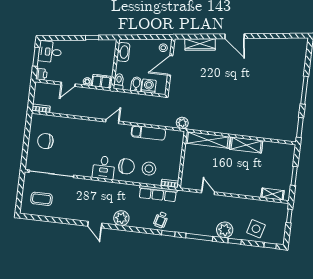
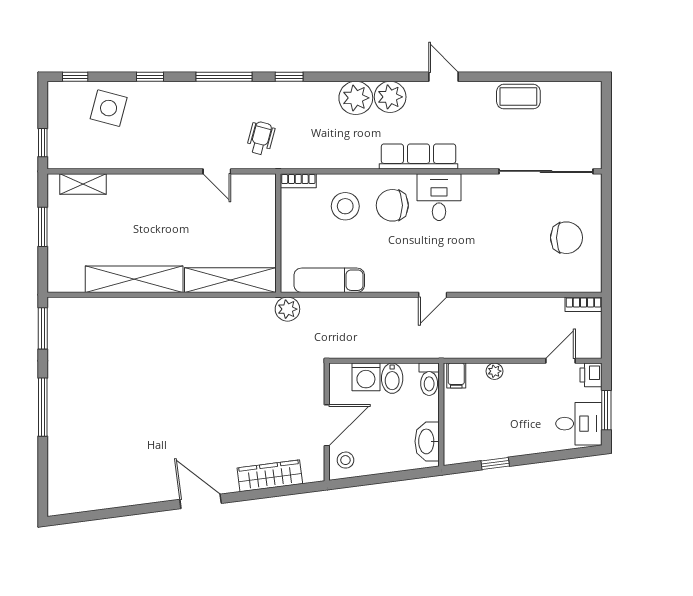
filing cabinet: (101, 81) -> (456, 375), width x0.50
door: (68, 84) -> (561, 361), moved
exam couch: (148, 133) -> (329, 280), moved
shelving: (246, 145) -> (134, 279), width x1.47
row of seats: (158, 194) -> (419, 157), moved
coffee table: (42, 199) -> (518, 97), moved
wheelchair: (161, 220) -> (261, 138), moved
plant: (225, 230) -> (356, 98), moved

